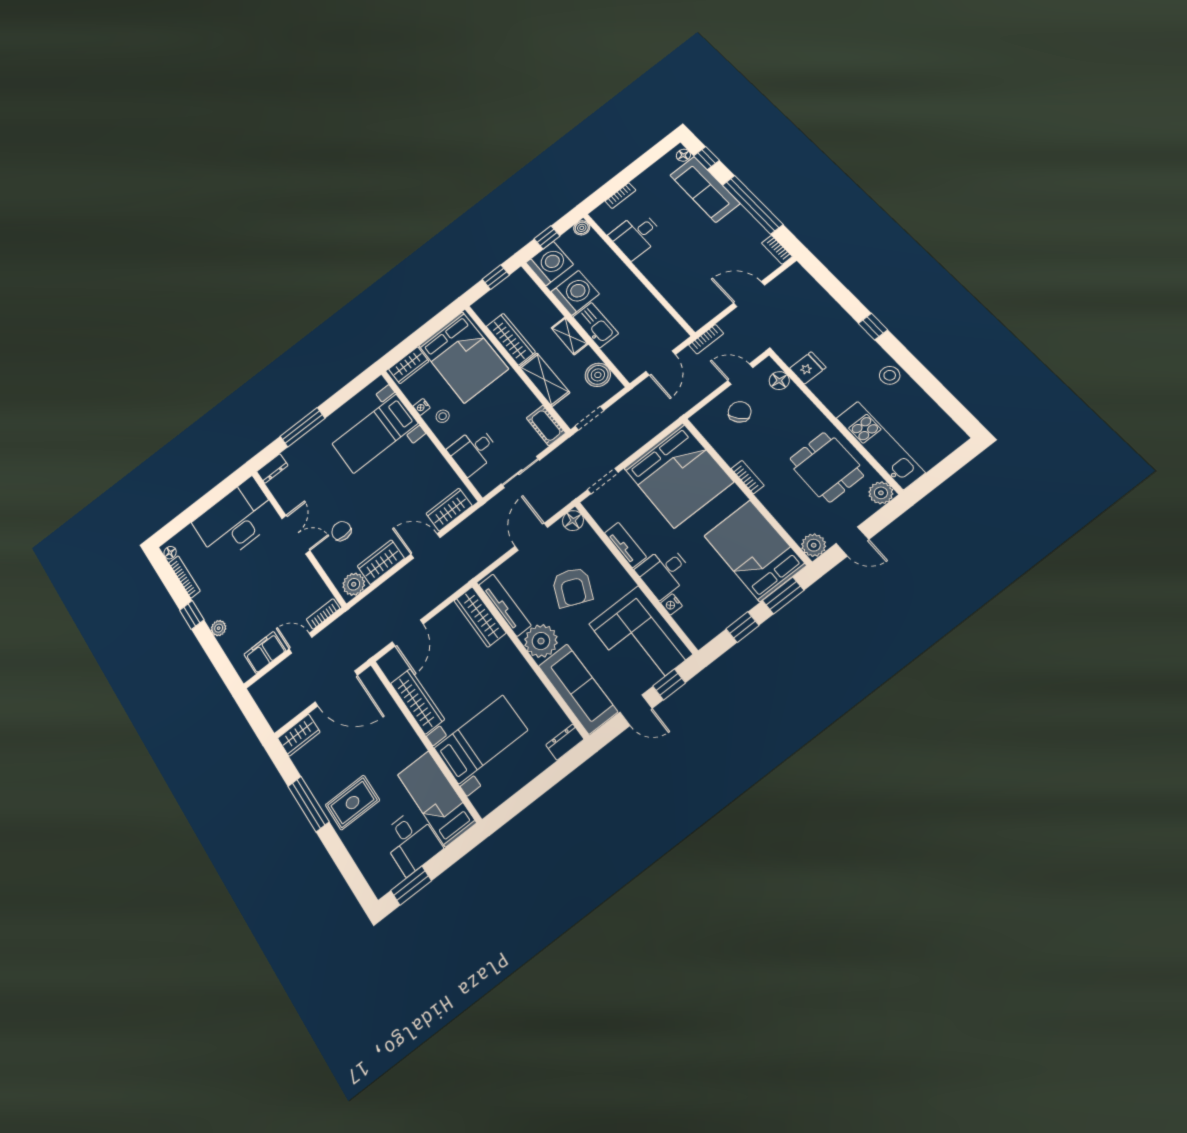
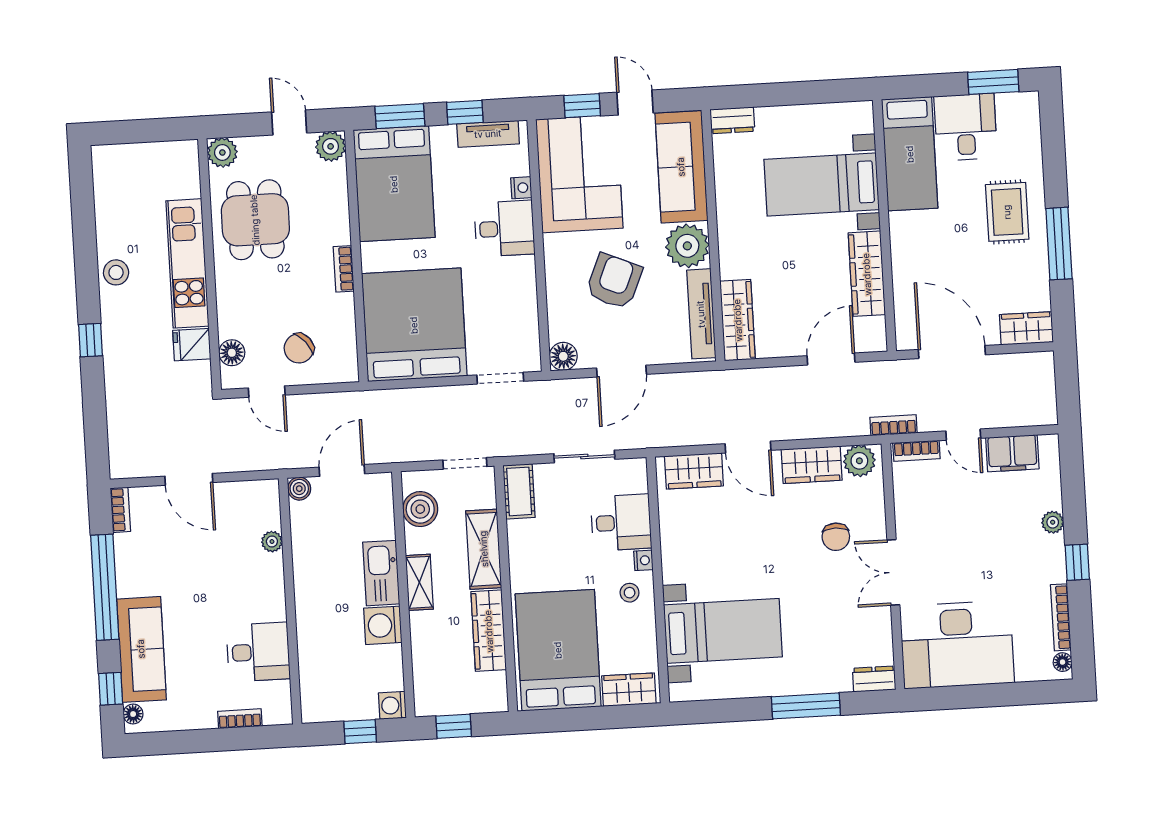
boiler: (582, 228) -> (299, 489), moved
washing machine: (550, 263) -> (392, 705), width x0.53, depth x0.53
washing machine: (575, 293) -> (383, 625), width x0.73, depth x0.73
plant: (673, 296) -> (272, 542), added
bookcase: (706, 339) -> (894, 425), moved
nightstand: (421, 407) -> (643, 560), moved
kitchen unit: (880, 445) -> (187, 263), moved
tv unit: (625, 545) -> (488, 134), moved, turned -90
rug: (352, 803) -> (1007, 212), turned 90

